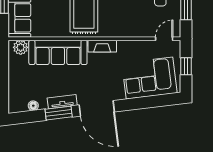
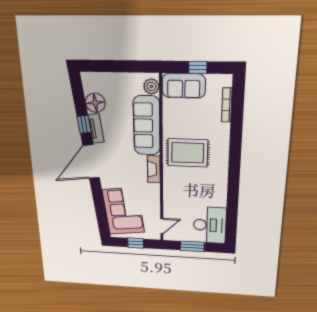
door: (164, 39) -> (162, 226), hinge flipped
floor lamp: (33, 106) -> (95, 103), width x1.89, depth x1.89
window: (59, 113) -> (84, 124), width x0.67

